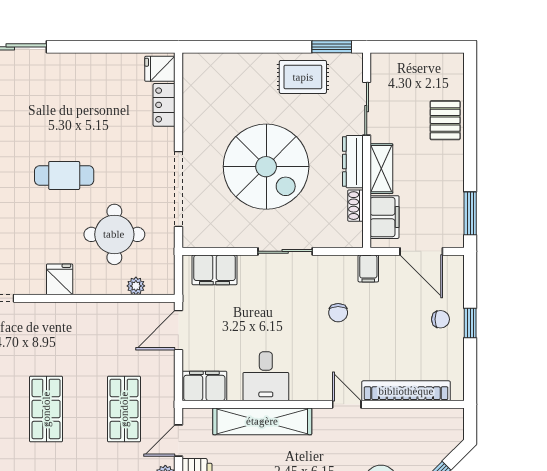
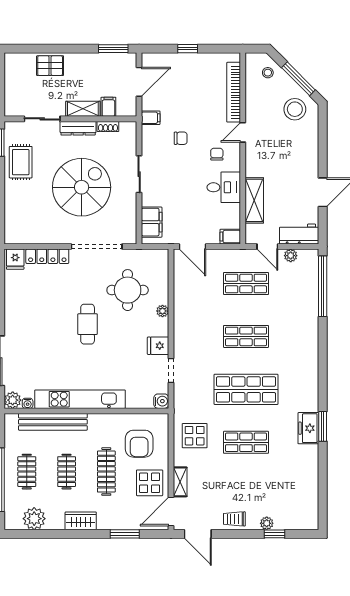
locker: (164, 105) -> (47, 256), width x1.53
filing cabinet: (385, 217) -> (108, 107), width x0.50
fridge: (60, 279) -> (158, 346), moved
plant: (136, 286) -> (162, 311), moved
chair: (441, 319) -> (217, 154), moved
filing cabinet: (204, 386) -> (230, 237), width x0.50
shelving: (262, 421) -> (254, 200), width x0.68
stool: (435, 441) -> (268, 73), added

